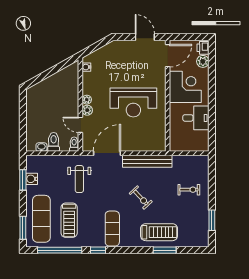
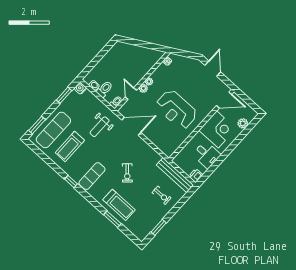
door: (145, 37) -> (213, 69), moved
printer: (203, 48) -> (196, 175), moved
bench: (147, 161) -> (175, 175), moved
water cooler: (32, 179) -> (80, 88), moved
window: (60, 250) -> (47, 160), removed

